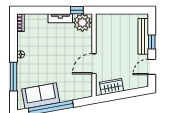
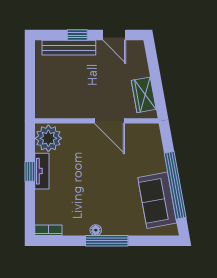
window: (77, 10) -> (30, 171), moved
window: (13, 77) -> (107, 241), moved

